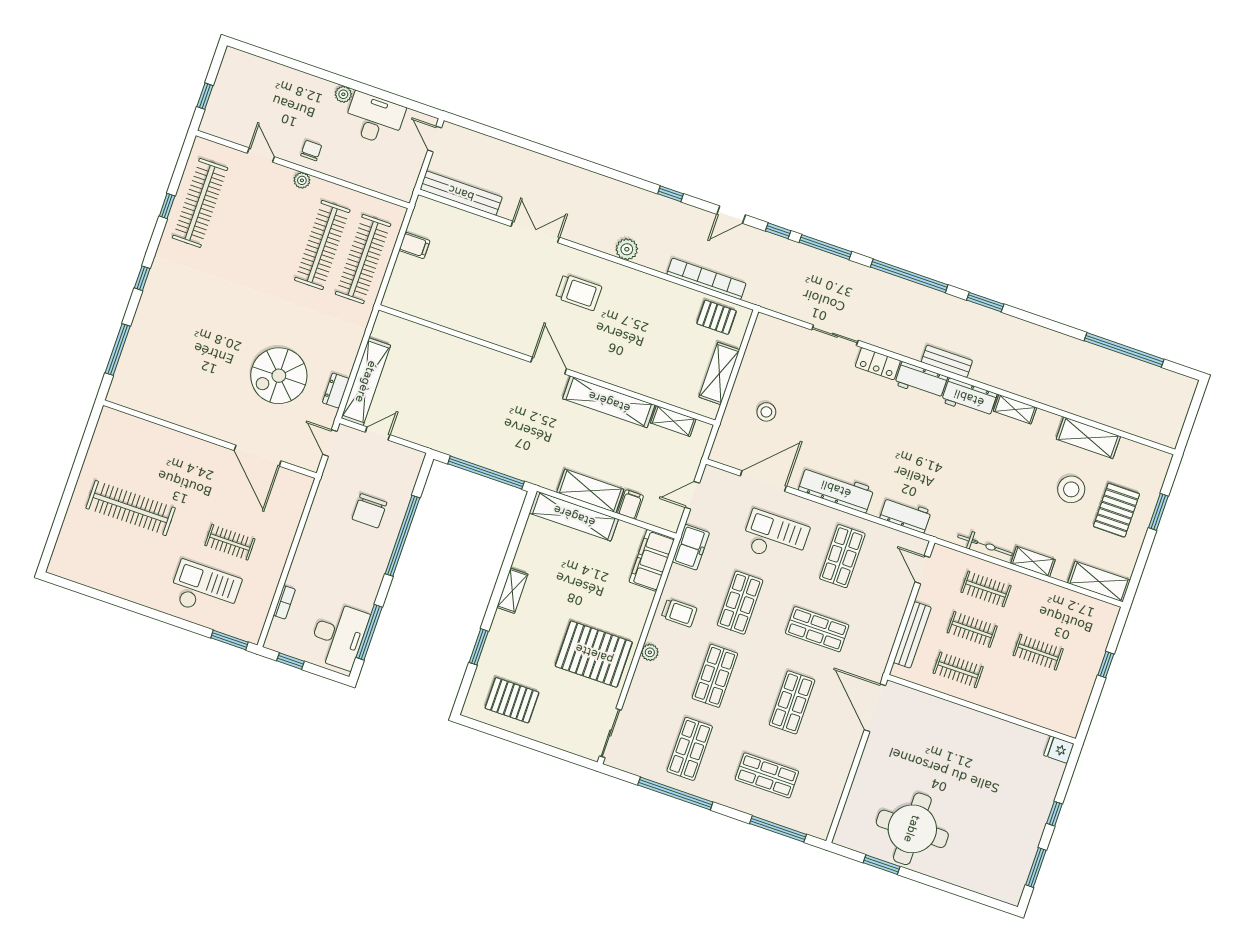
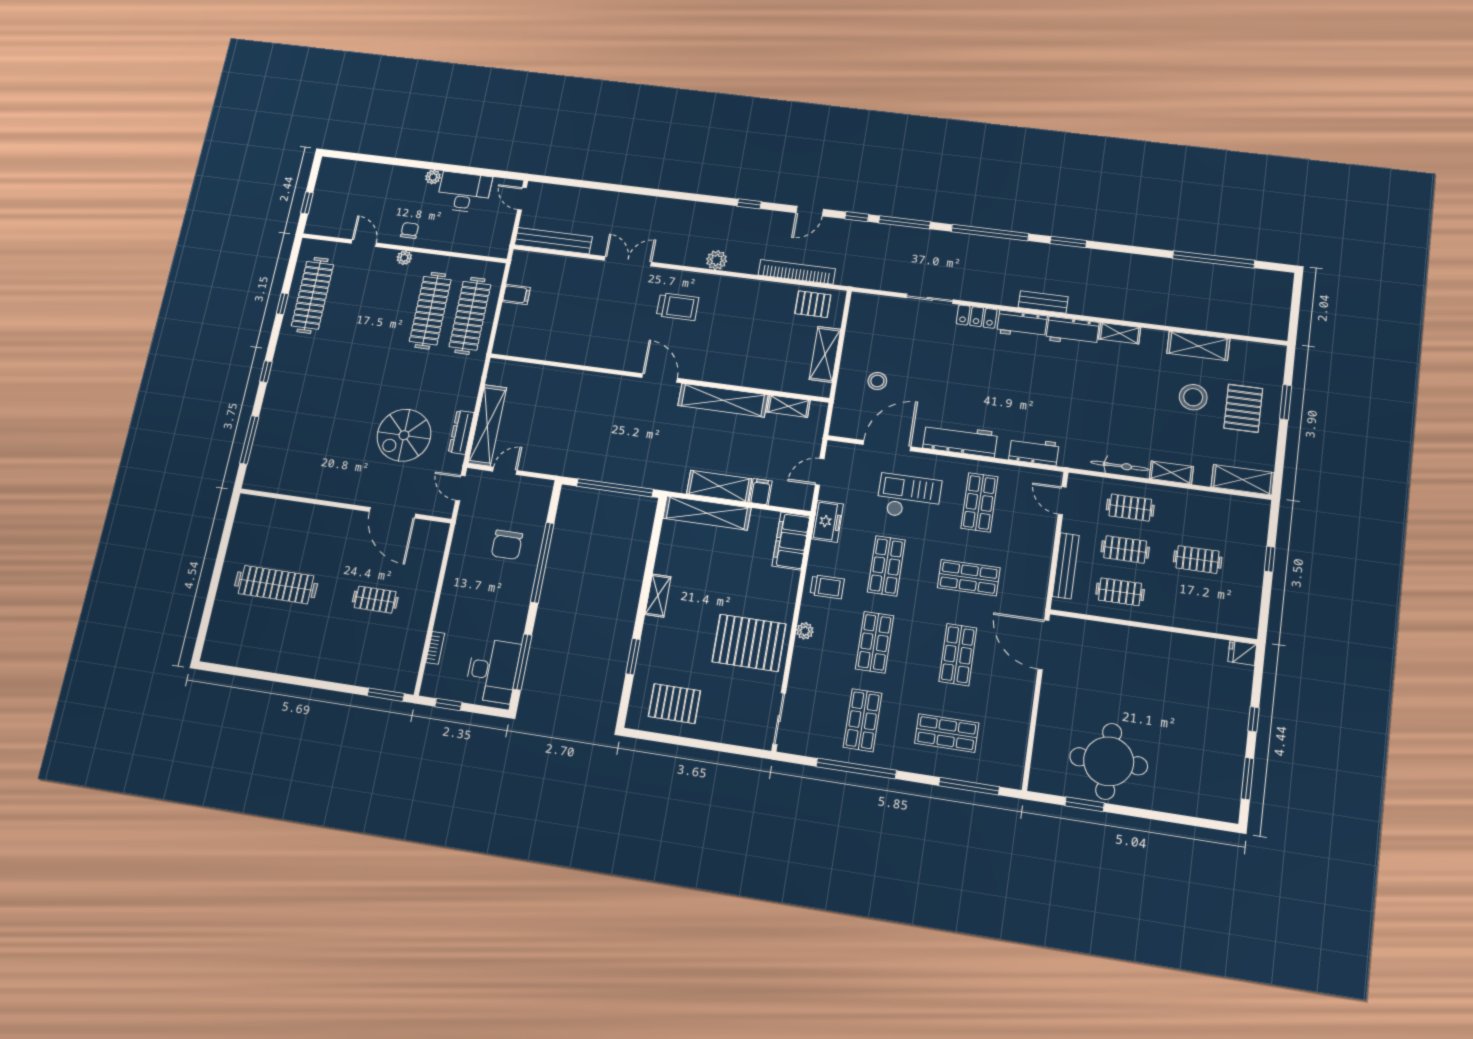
dresser: (336, 391) -> (461, 432), width x1.44
checkout: (205, 590) -> (356, 650), removed

